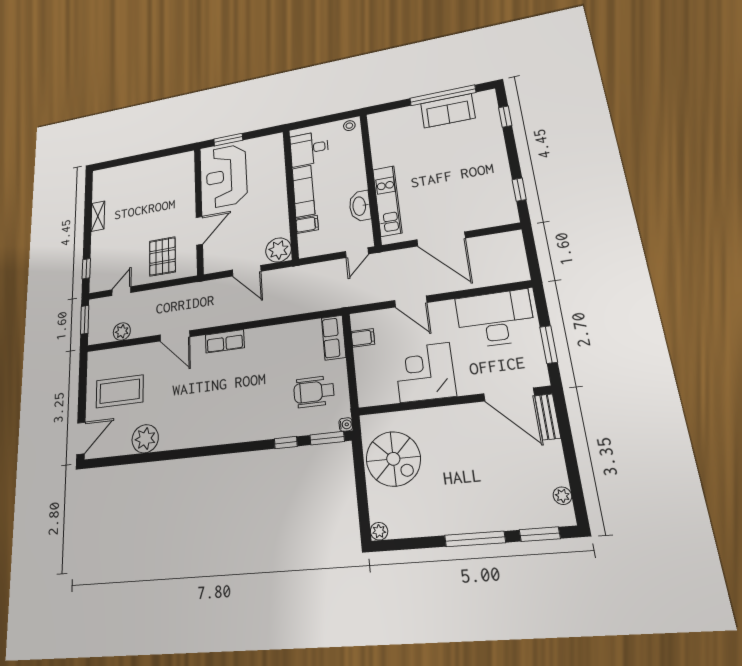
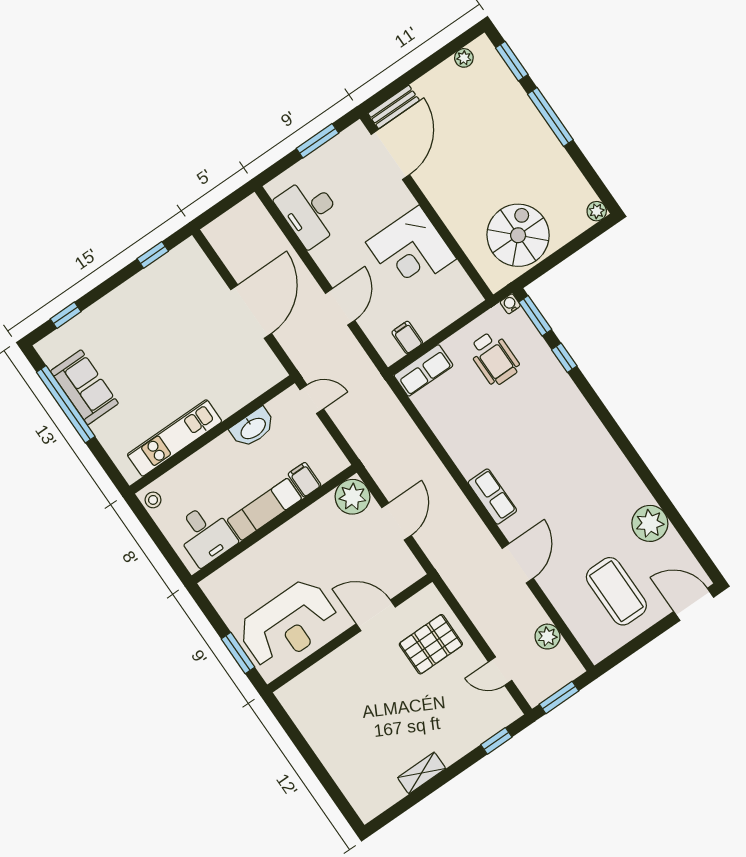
kitchen unit: (387, 201) -> (175, 438), moved
desk: (495, 319) -> (310, 212), width x0.73, depth x0.77

